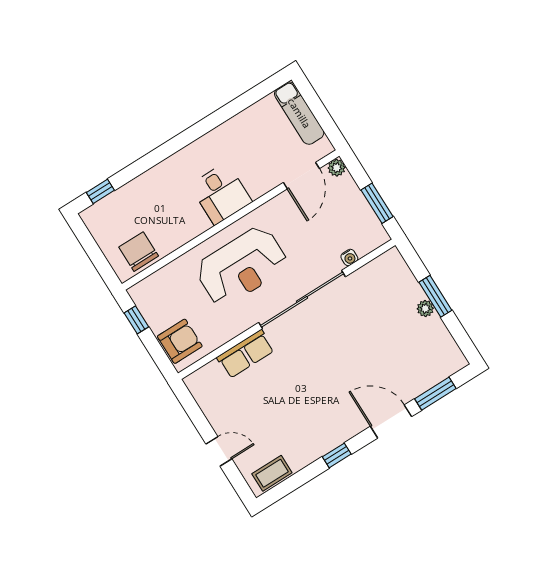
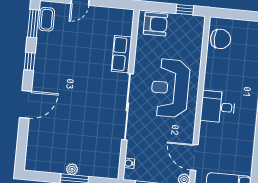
water cooler: (349, 257) -> (129, 163), moved
armchair: (180, 341) -> (155, 24), turned -90
window: (435, 394) -> (33, 24), moved

